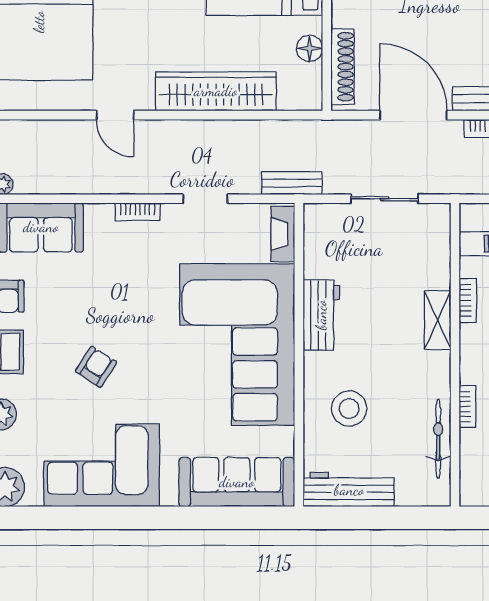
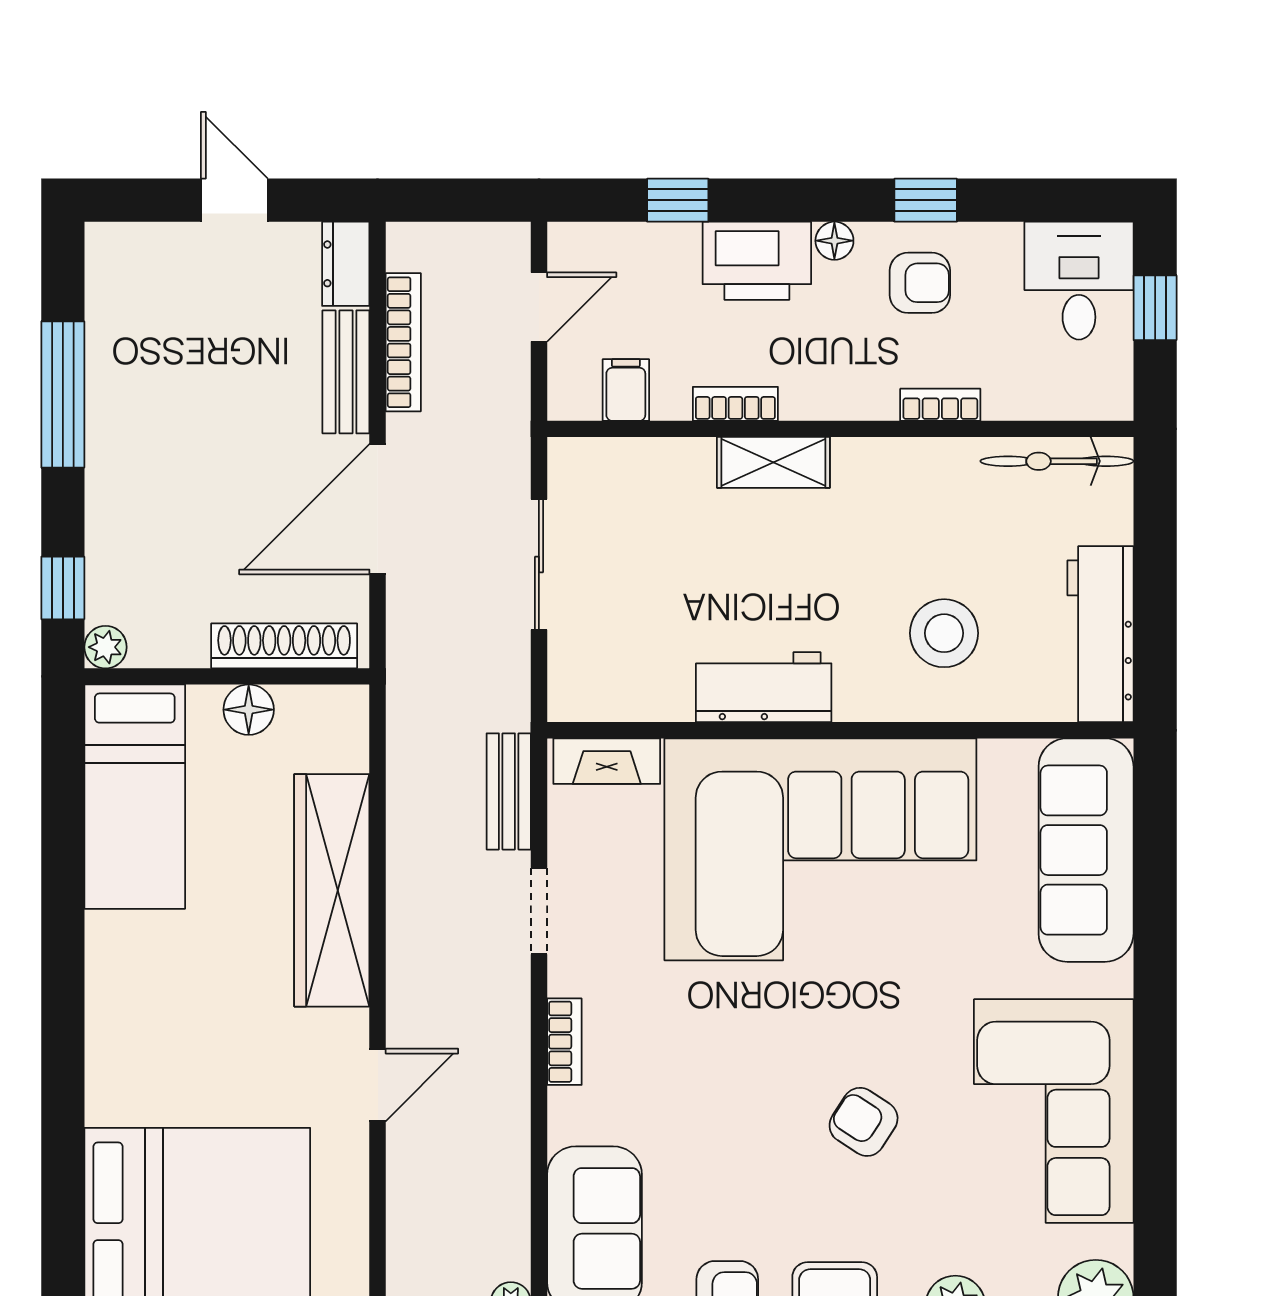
bench: (292, 183) -> (509, 791), moved
bicycle: (438, 439) -> (1057, 461), moved

